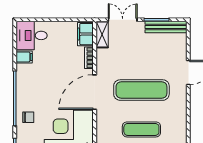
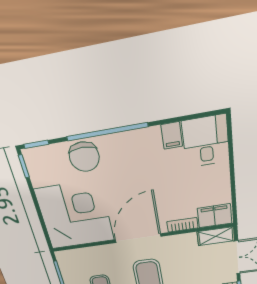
door: (95, 92) -> (138, 238), hinge flipped
chair: (28, 117) -> (84, 157), width x1.87, depth x1.87

